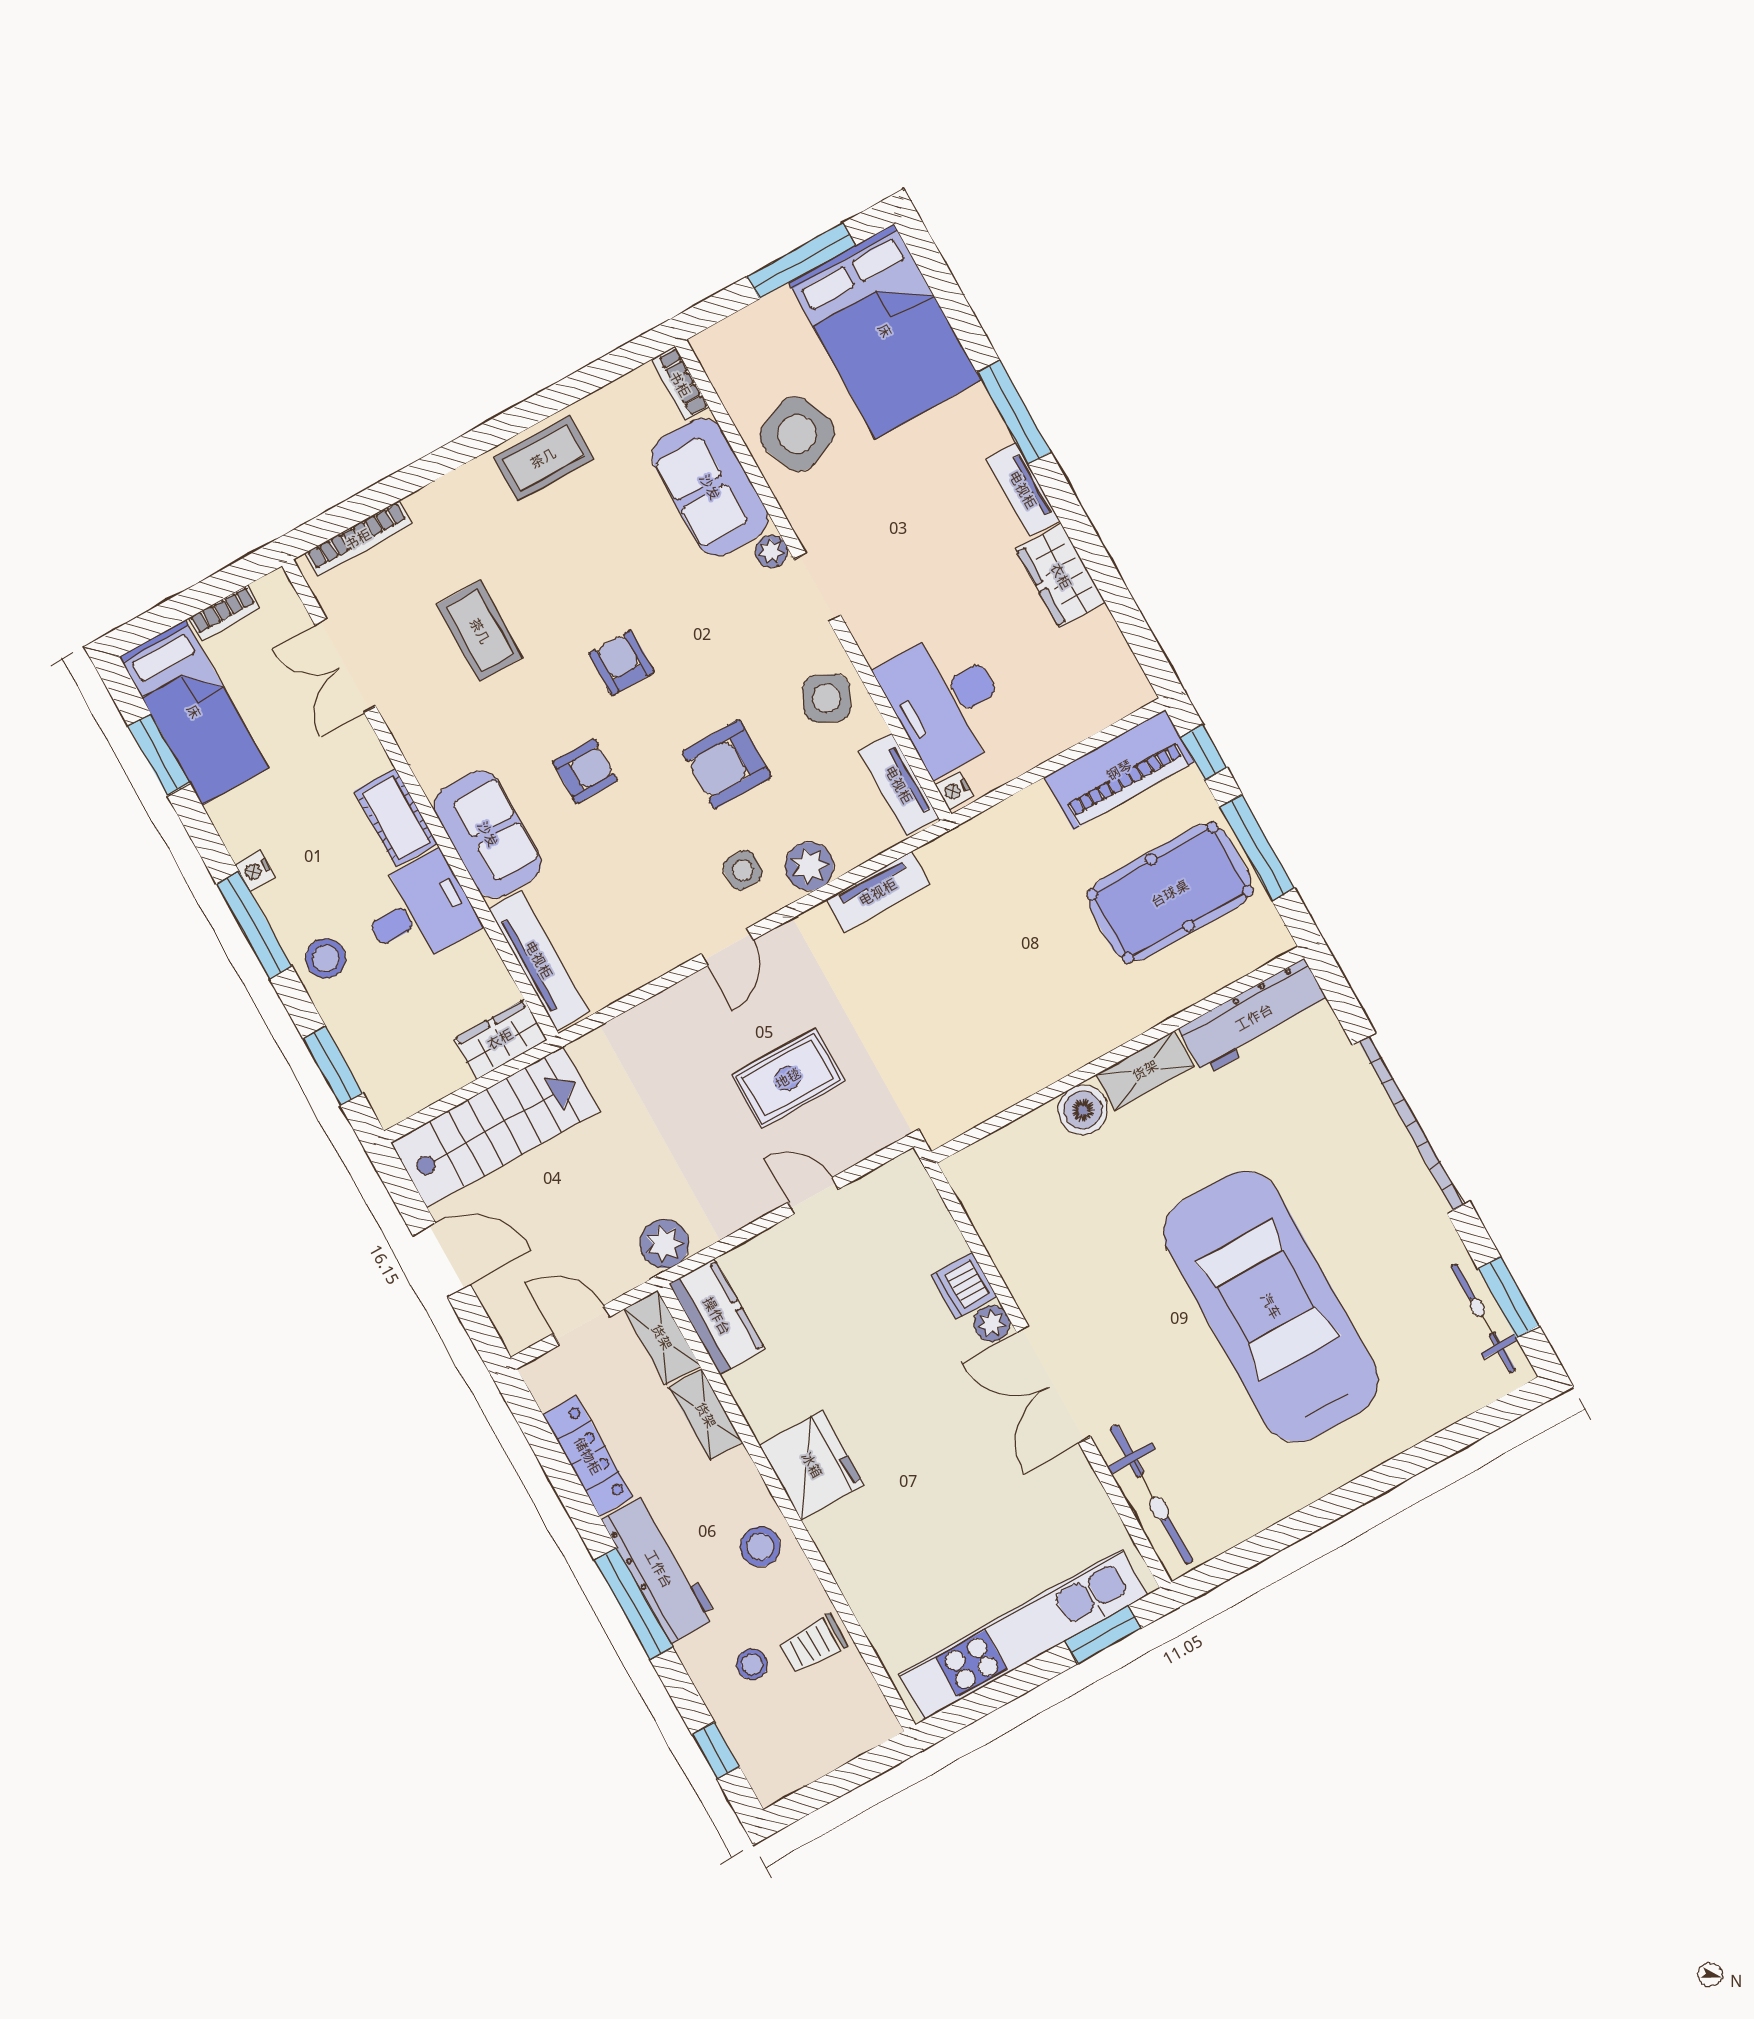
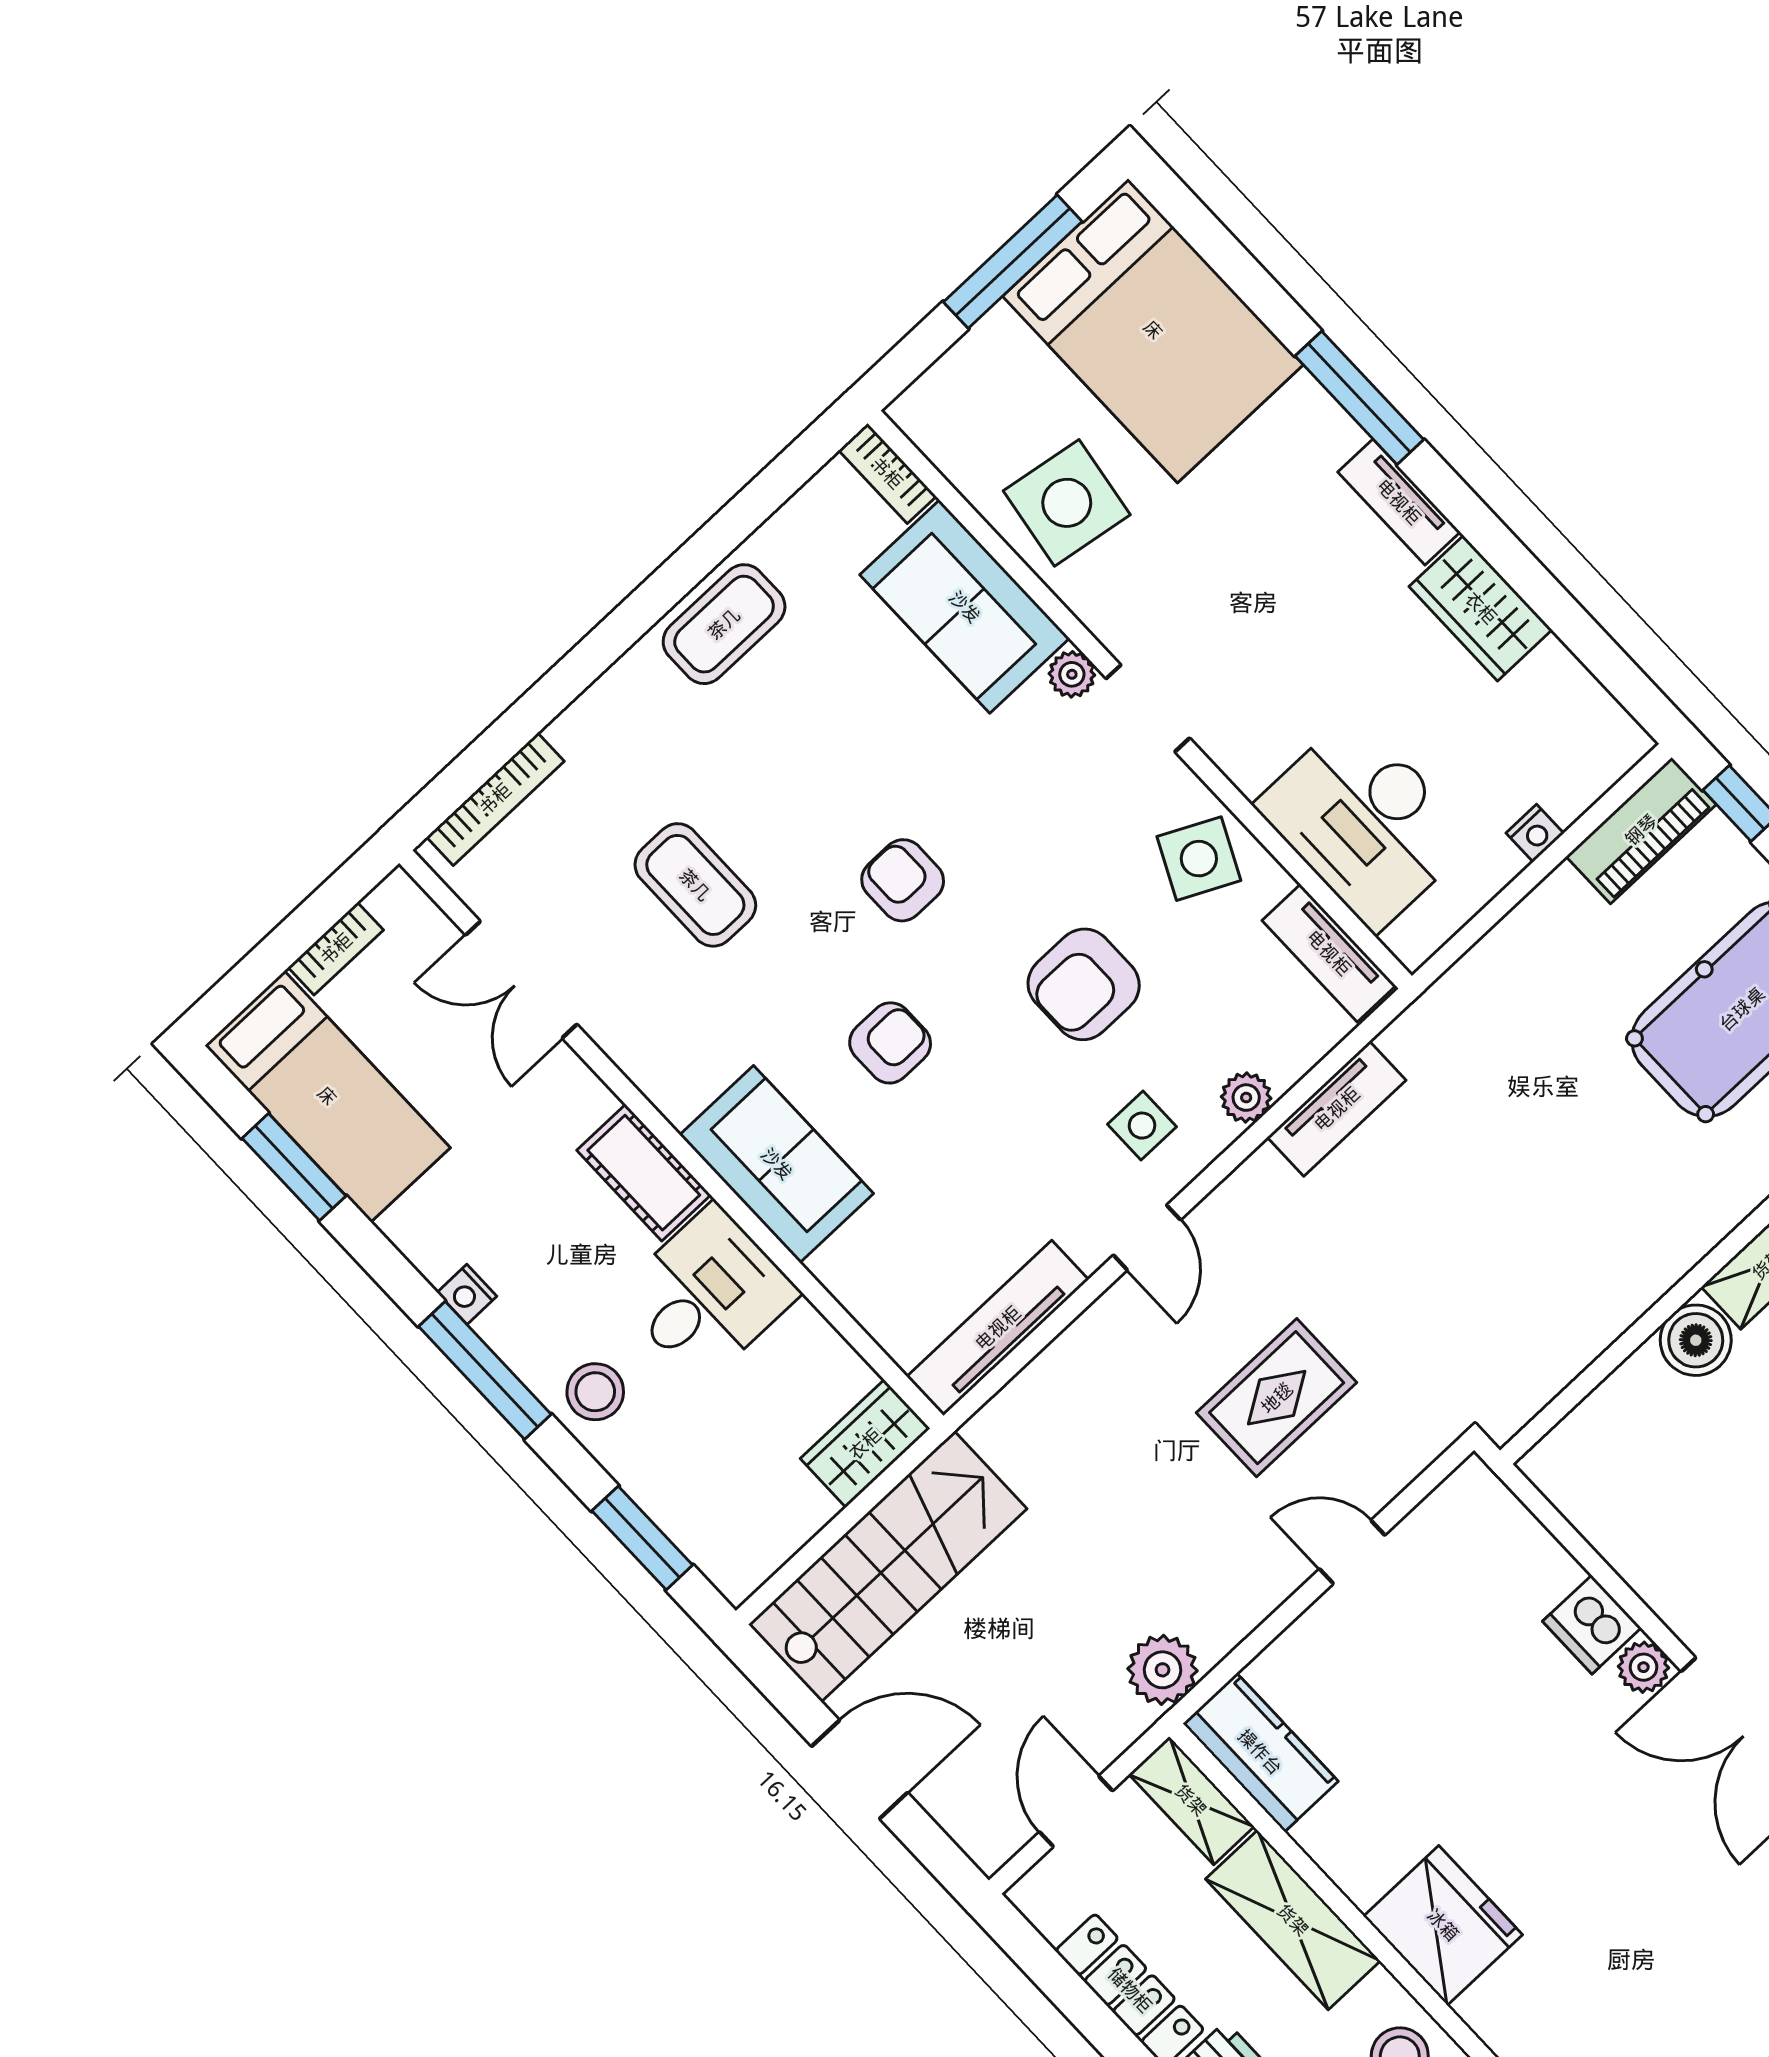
side table: (797, 434) -> (1067, 503), turned 31
piano: (1119, 770) -> (1641, 830), width x0.73, depth x0.75
nightstand: (954, 790) -> (1535, 833), moved, turned -90
plant: (809, 866) -> (1246, 1098), width x0.73, depth x0.73
tv unit: (539, 960) -> (998, 1328), moved, turned -90
door: (582, 1325) -> (1076, 1811), hinge flipped
shelving: (706, 1415) -> (1293, 1920), width x1.50, depth x1.33

